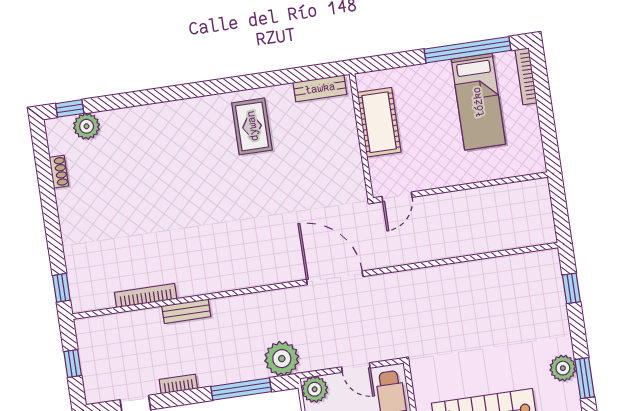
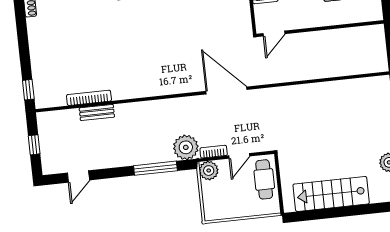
bench: (186, 311) -> (97, 113), moved
door: (356, 367) -> (239, 156), hinge flipped
bookcase: (178, 384) -> (214, 152), moved

